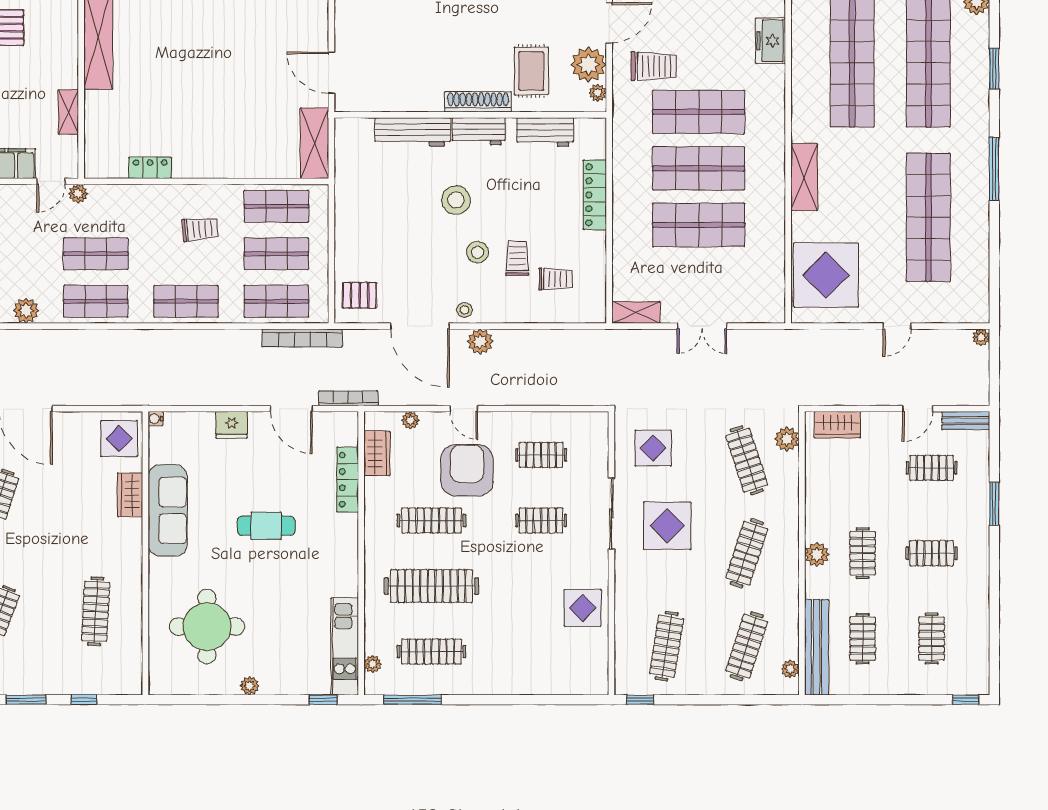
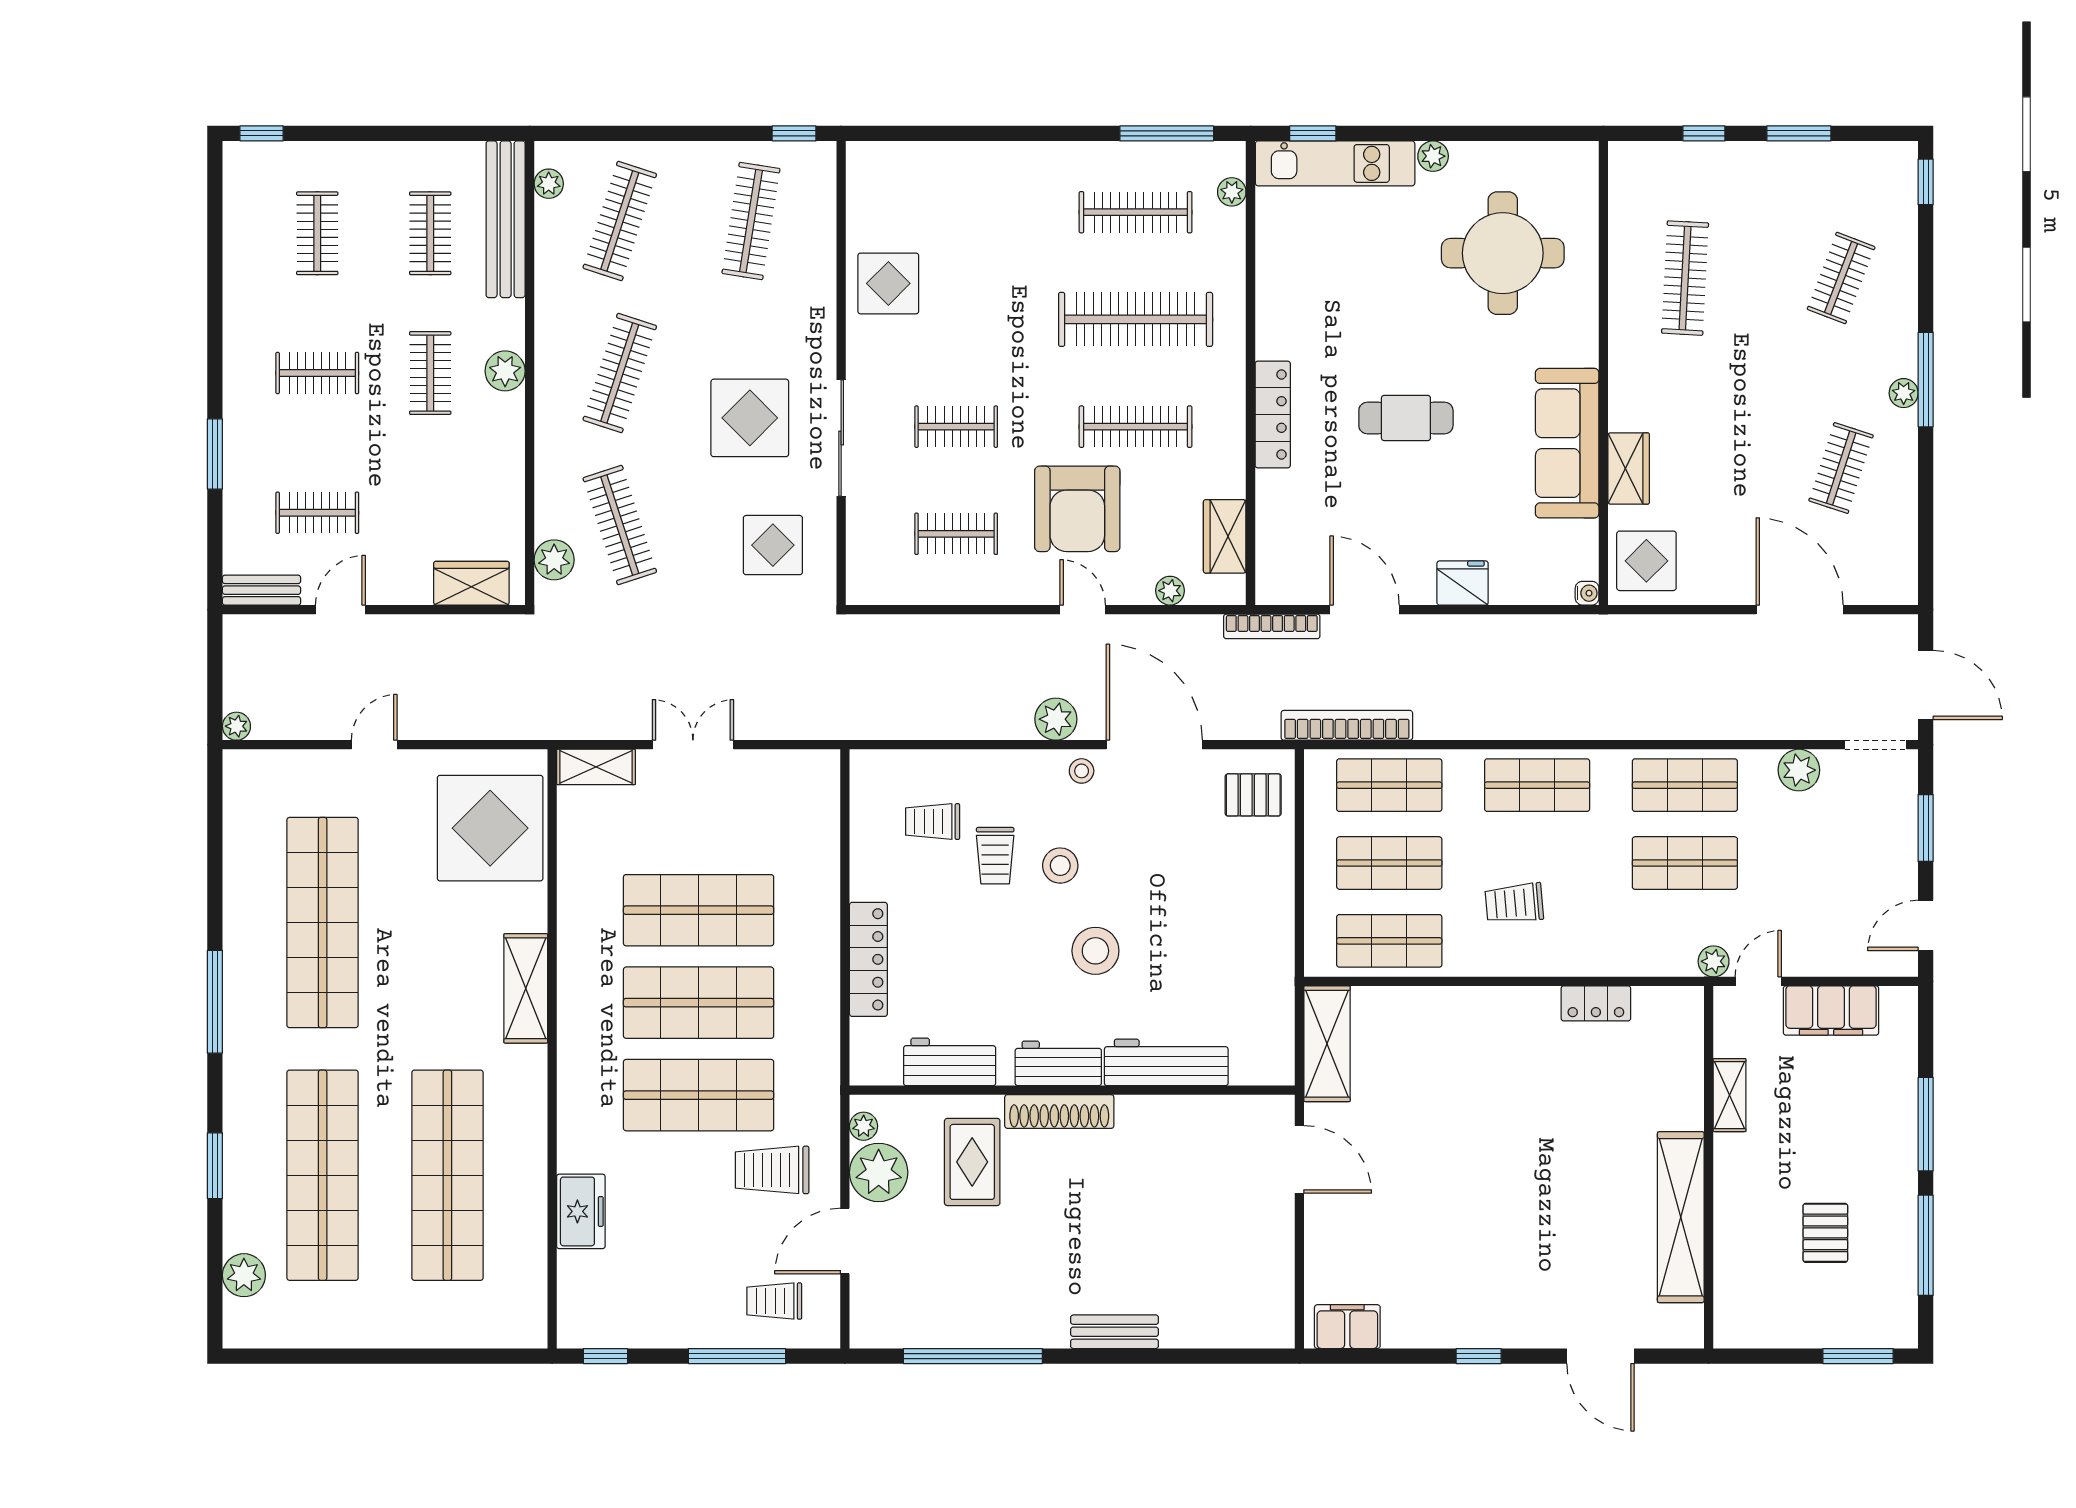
shelving: (636, 312) -> (596, 767), moved
locker: (348, 480) -> (1273, 414), moved
kitchen unit: (345, 646) -> (1335, 163), moved, turned 90

